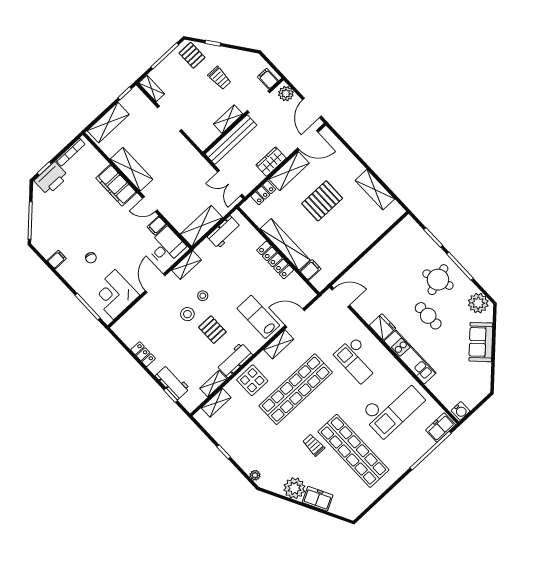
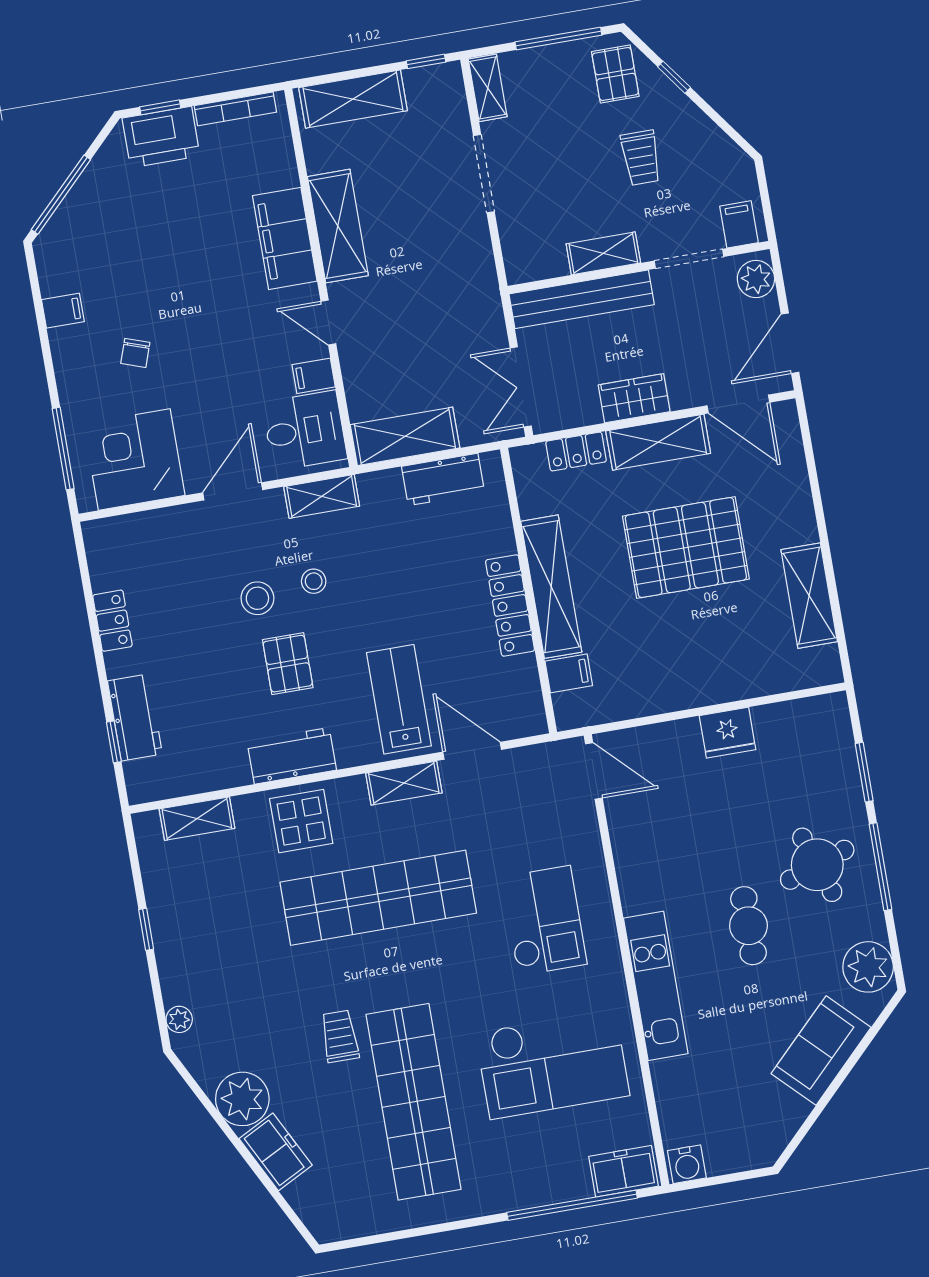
pallet: (322, 201) -> (686, 548), width x1.37, depth x1.41
fridge: (383, 327) -> (728, 733), moved, turned 90
checkout: (357, 360) -> (544, 921), turned 180
shelving: (213, 384) -> (217, 776), removed

